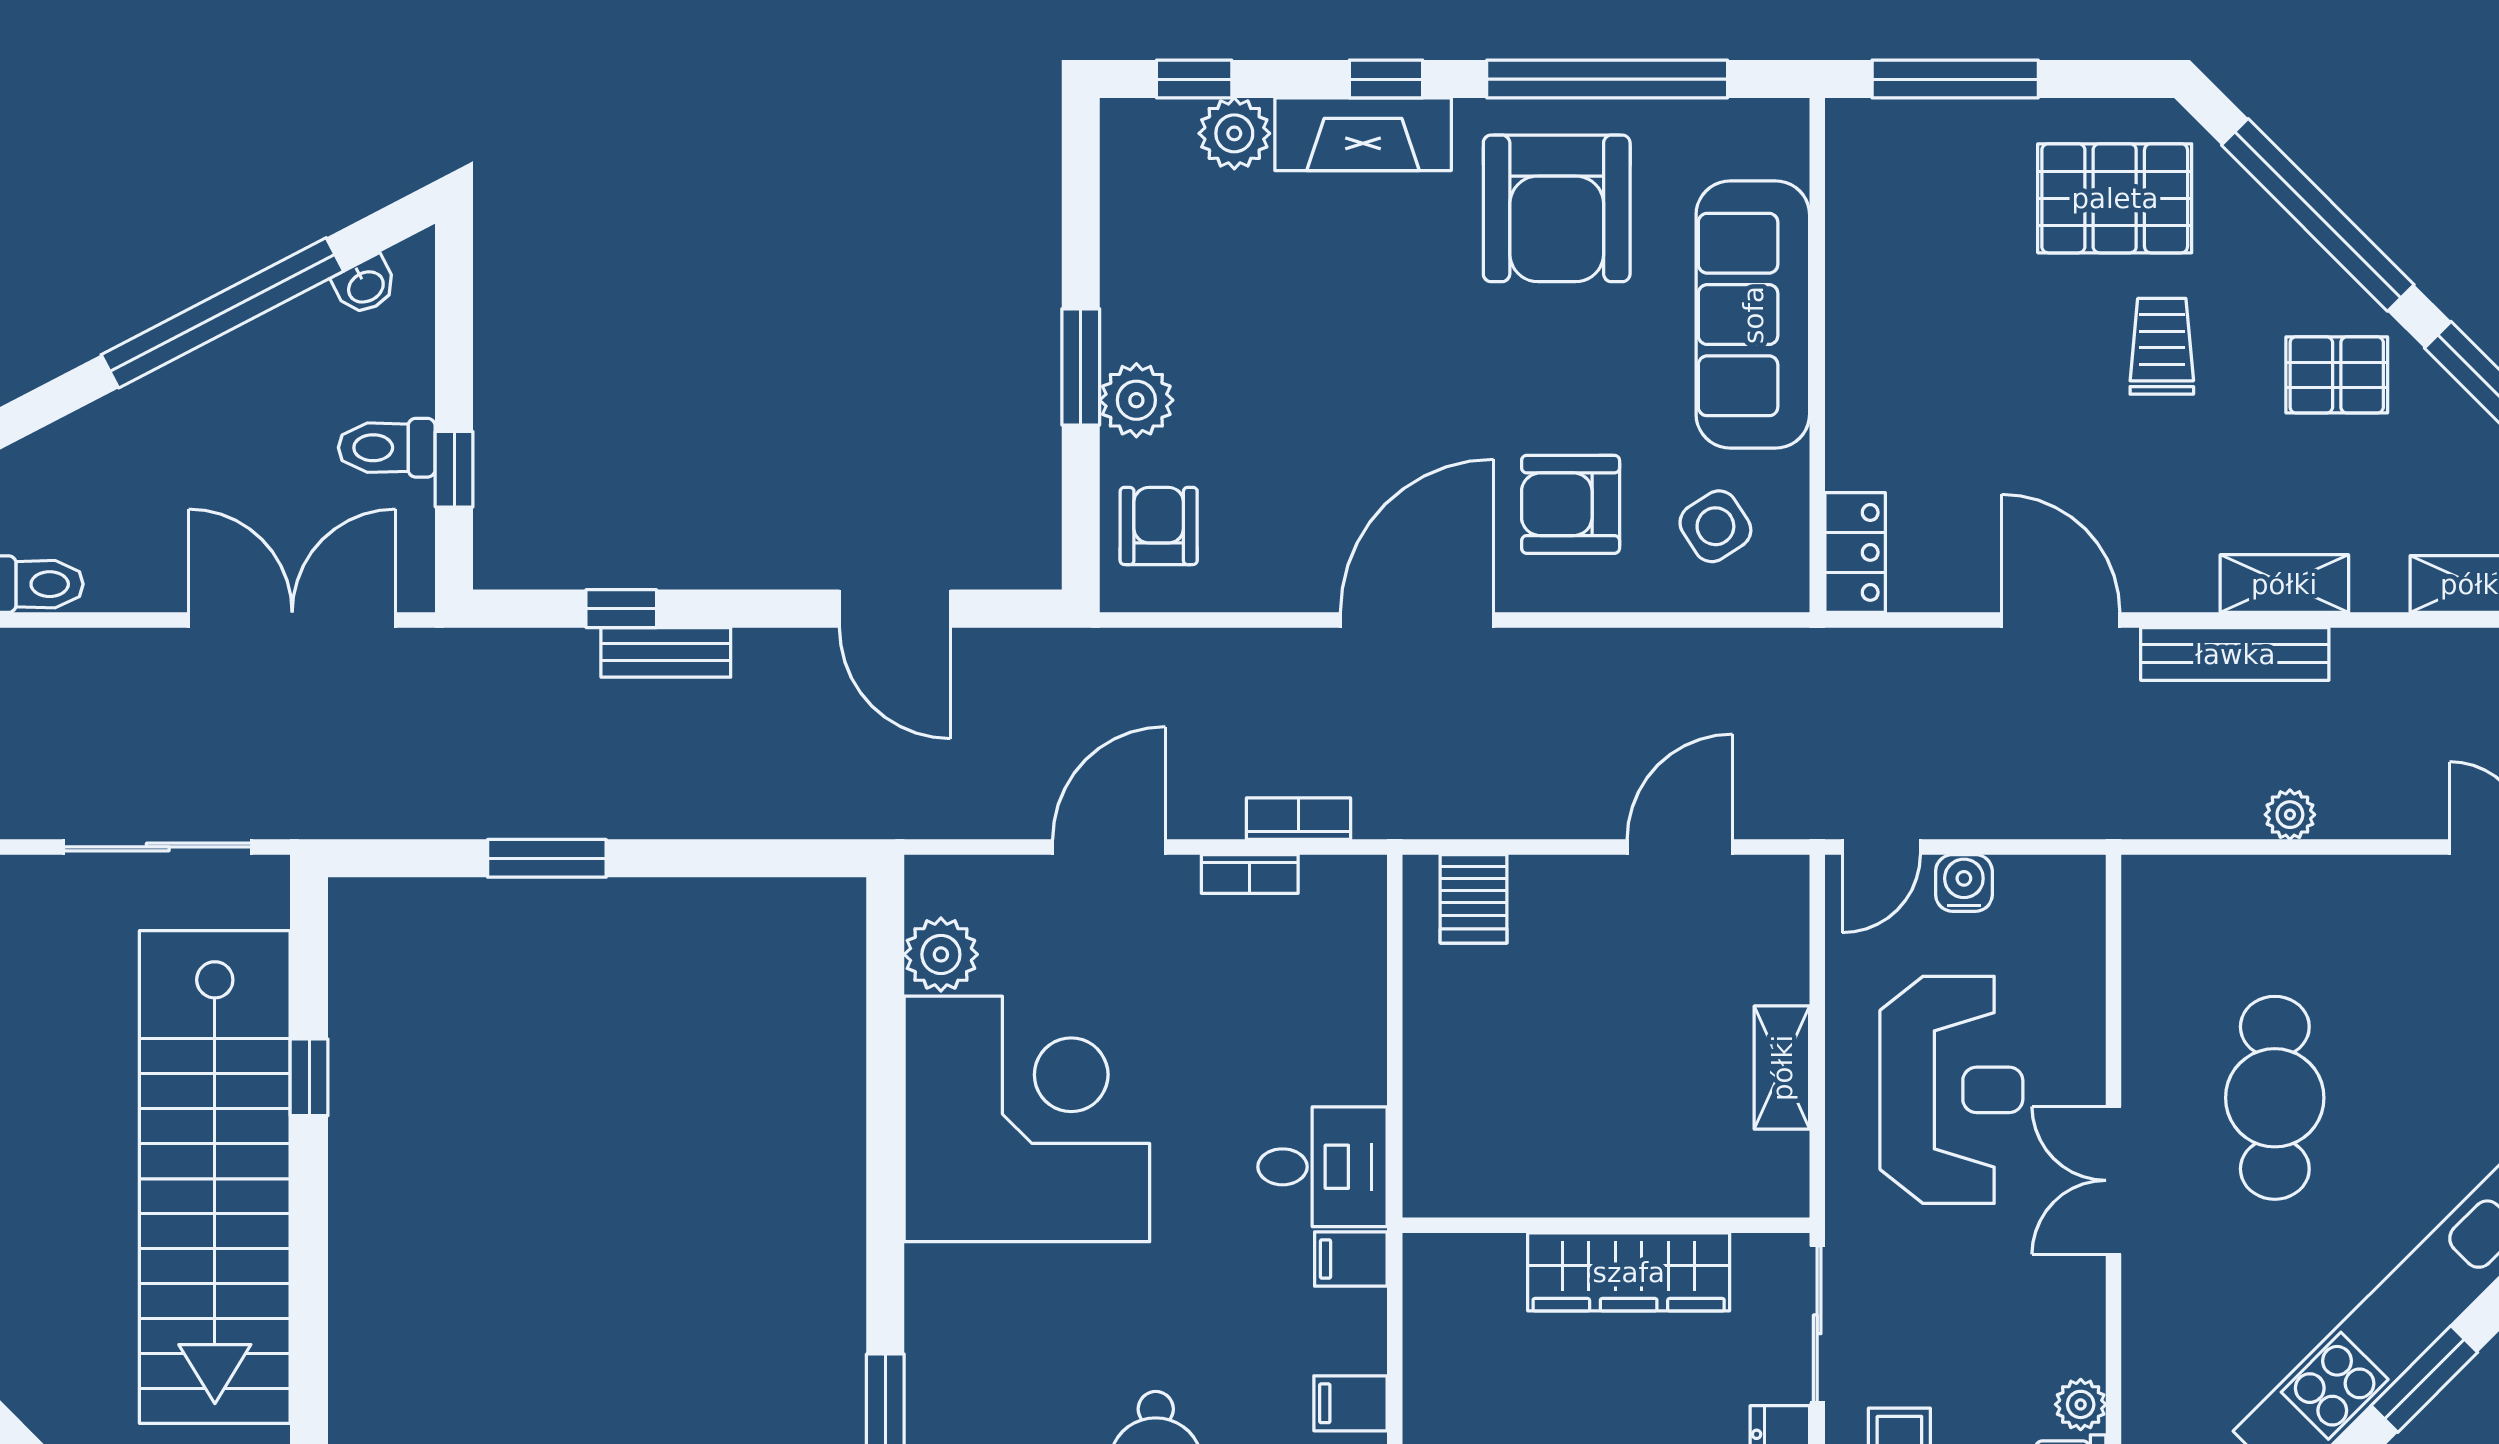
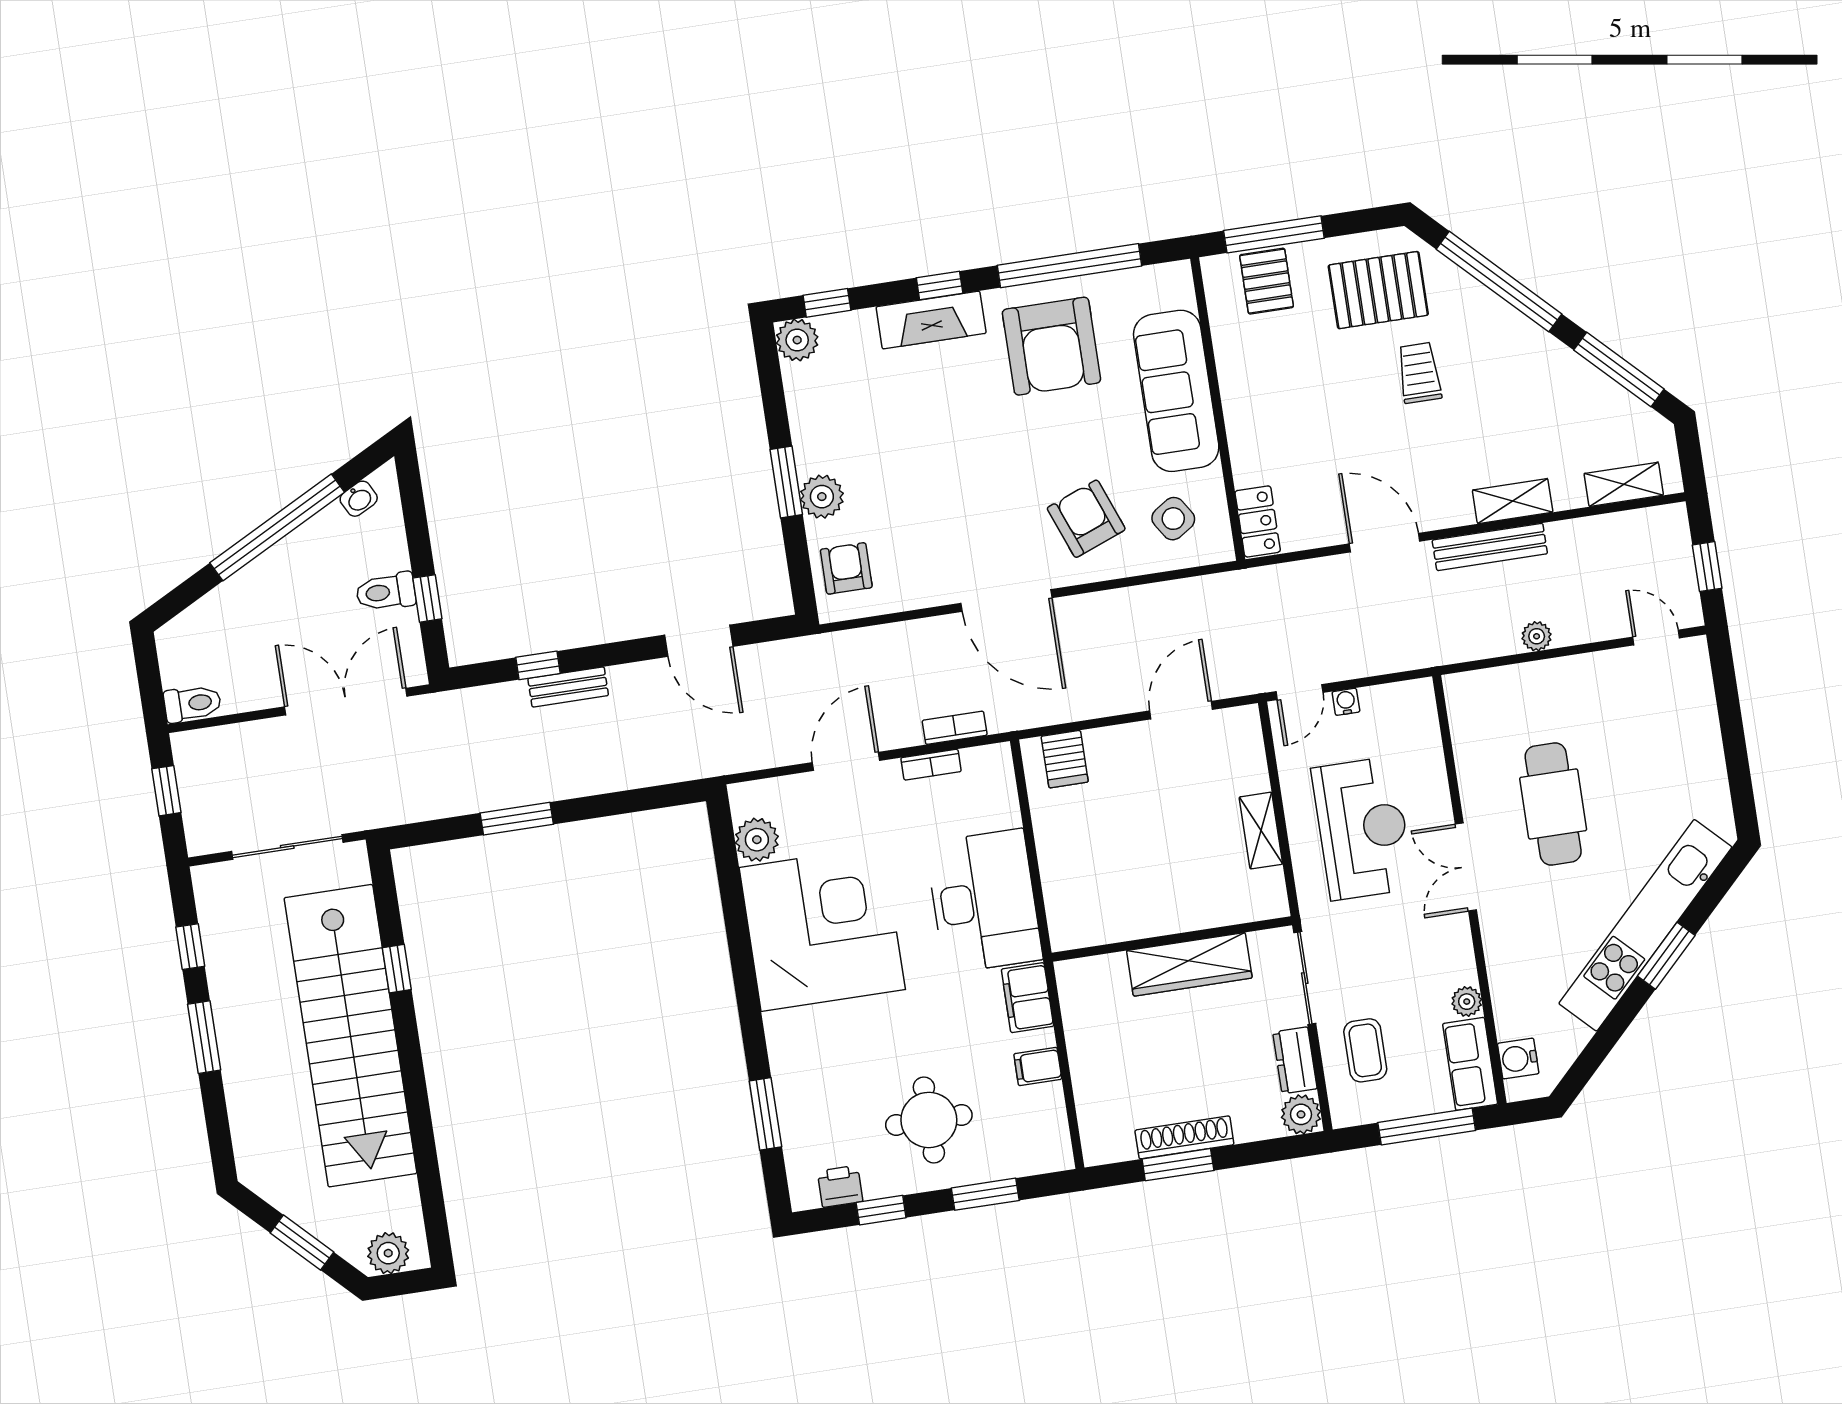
plant: (1234, 133) -> (797, 340), moved
pallet: (2337, 375) -> (1267, 281), moved, turned 90
armchair: (1571, 504) -> (1086, 519), turned 69
door: (1417, 620) -> (1006, 600), swing flipped
water cooler: (1964, 883) -> (1346, 702), width x0.72, depth x0.72
desk: (1323, 1167) -> (984, 901), width x1.87, depth x1.30
filing cabinet: (1351, 1259) -> (1027, 998), width x2.00

